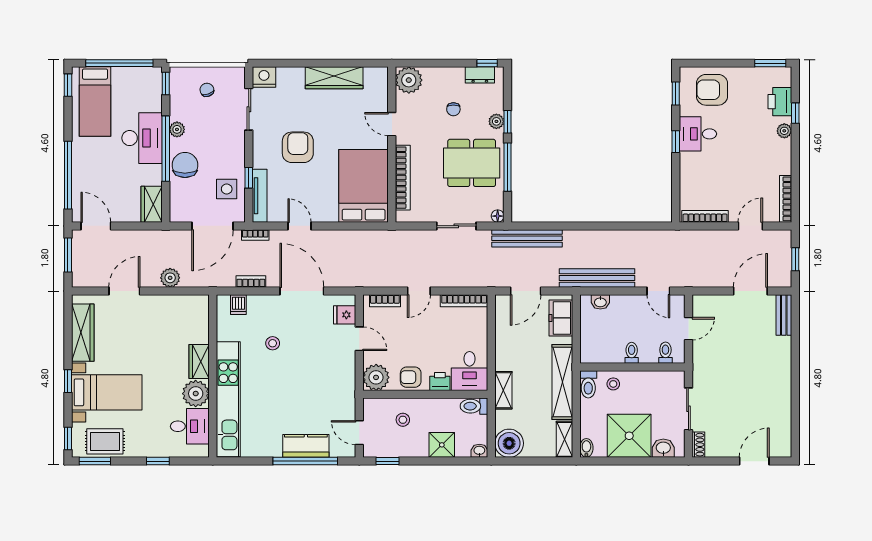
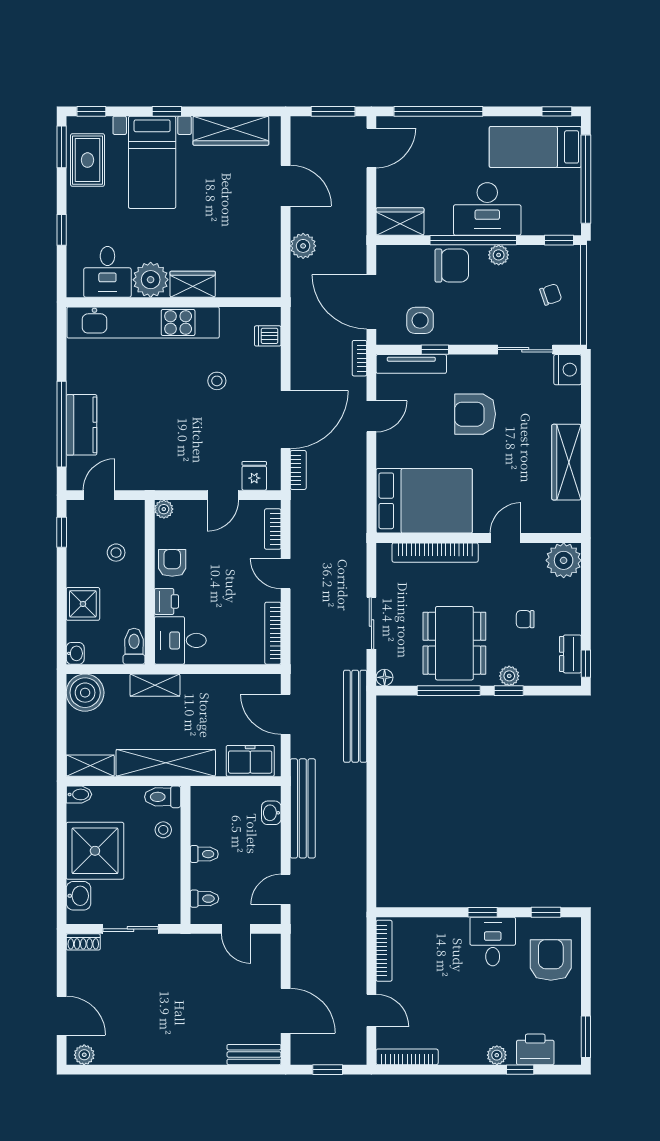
armchair: (298, 147) -> (475, 414), turned 180
bookcase: (251, 282) -> (298, 470), moved
plant: (376, 377) -> (164, 509), width x0.53, depth x0.53
plant: (784, 444) -> (84, 1055), added

